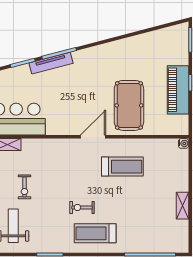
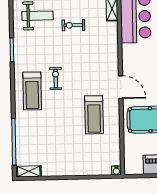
shelving: (182, 206) -> (29, 171), moved
treadmill: (95, 233) -> (32, 91), turned 180

